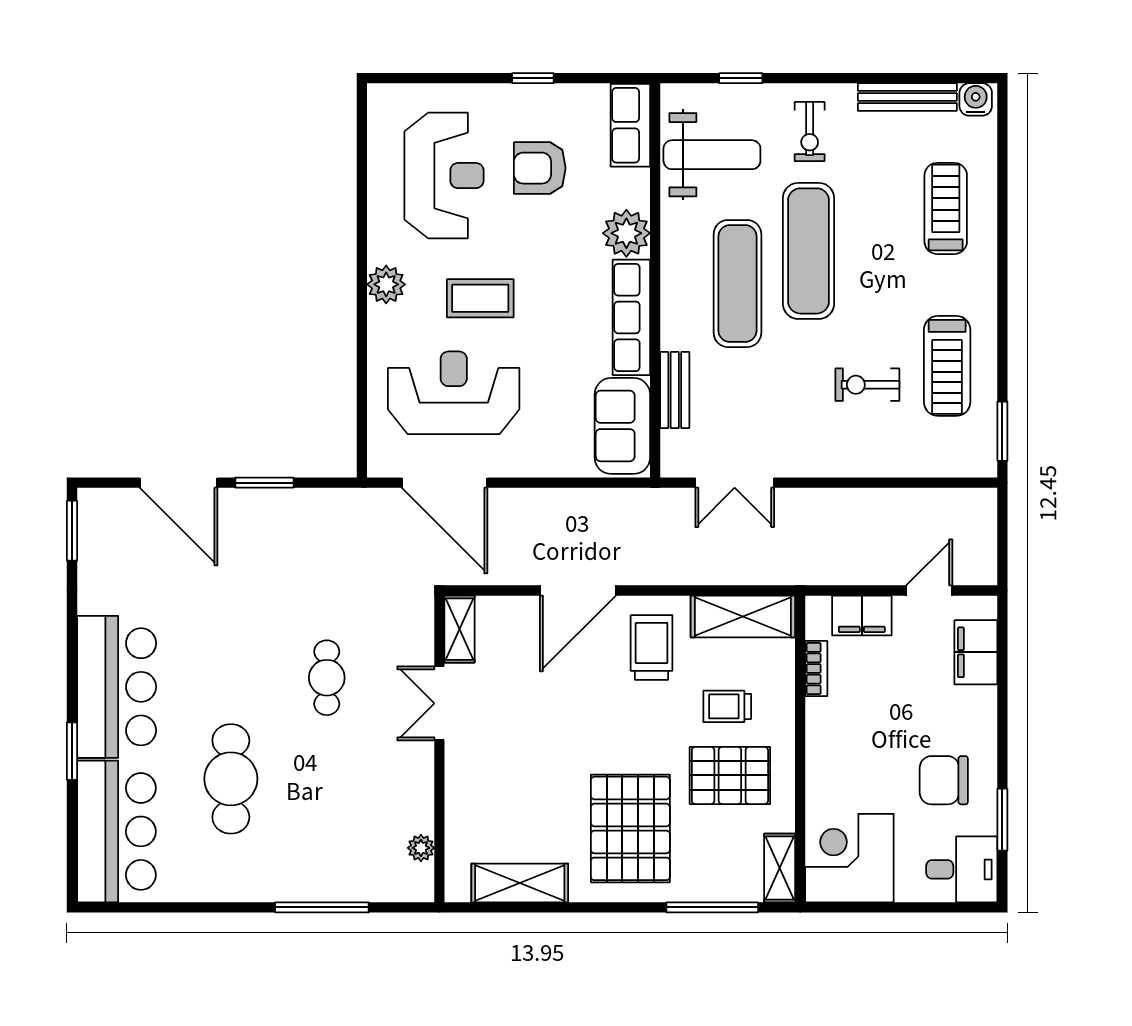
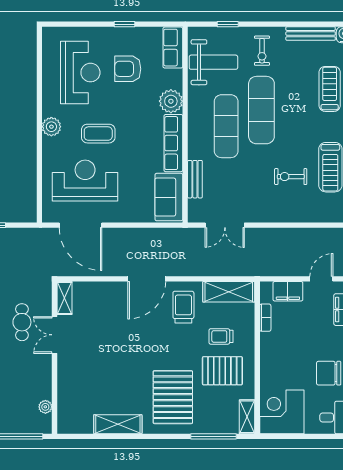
shelving: (460, 629) -> (64, 298), moved
double door: (439, 703) -> (54, 335), moved
wall: (439, 749) -> (54, 358), moved
plant: (421, 848) -> (45, 407), moved

